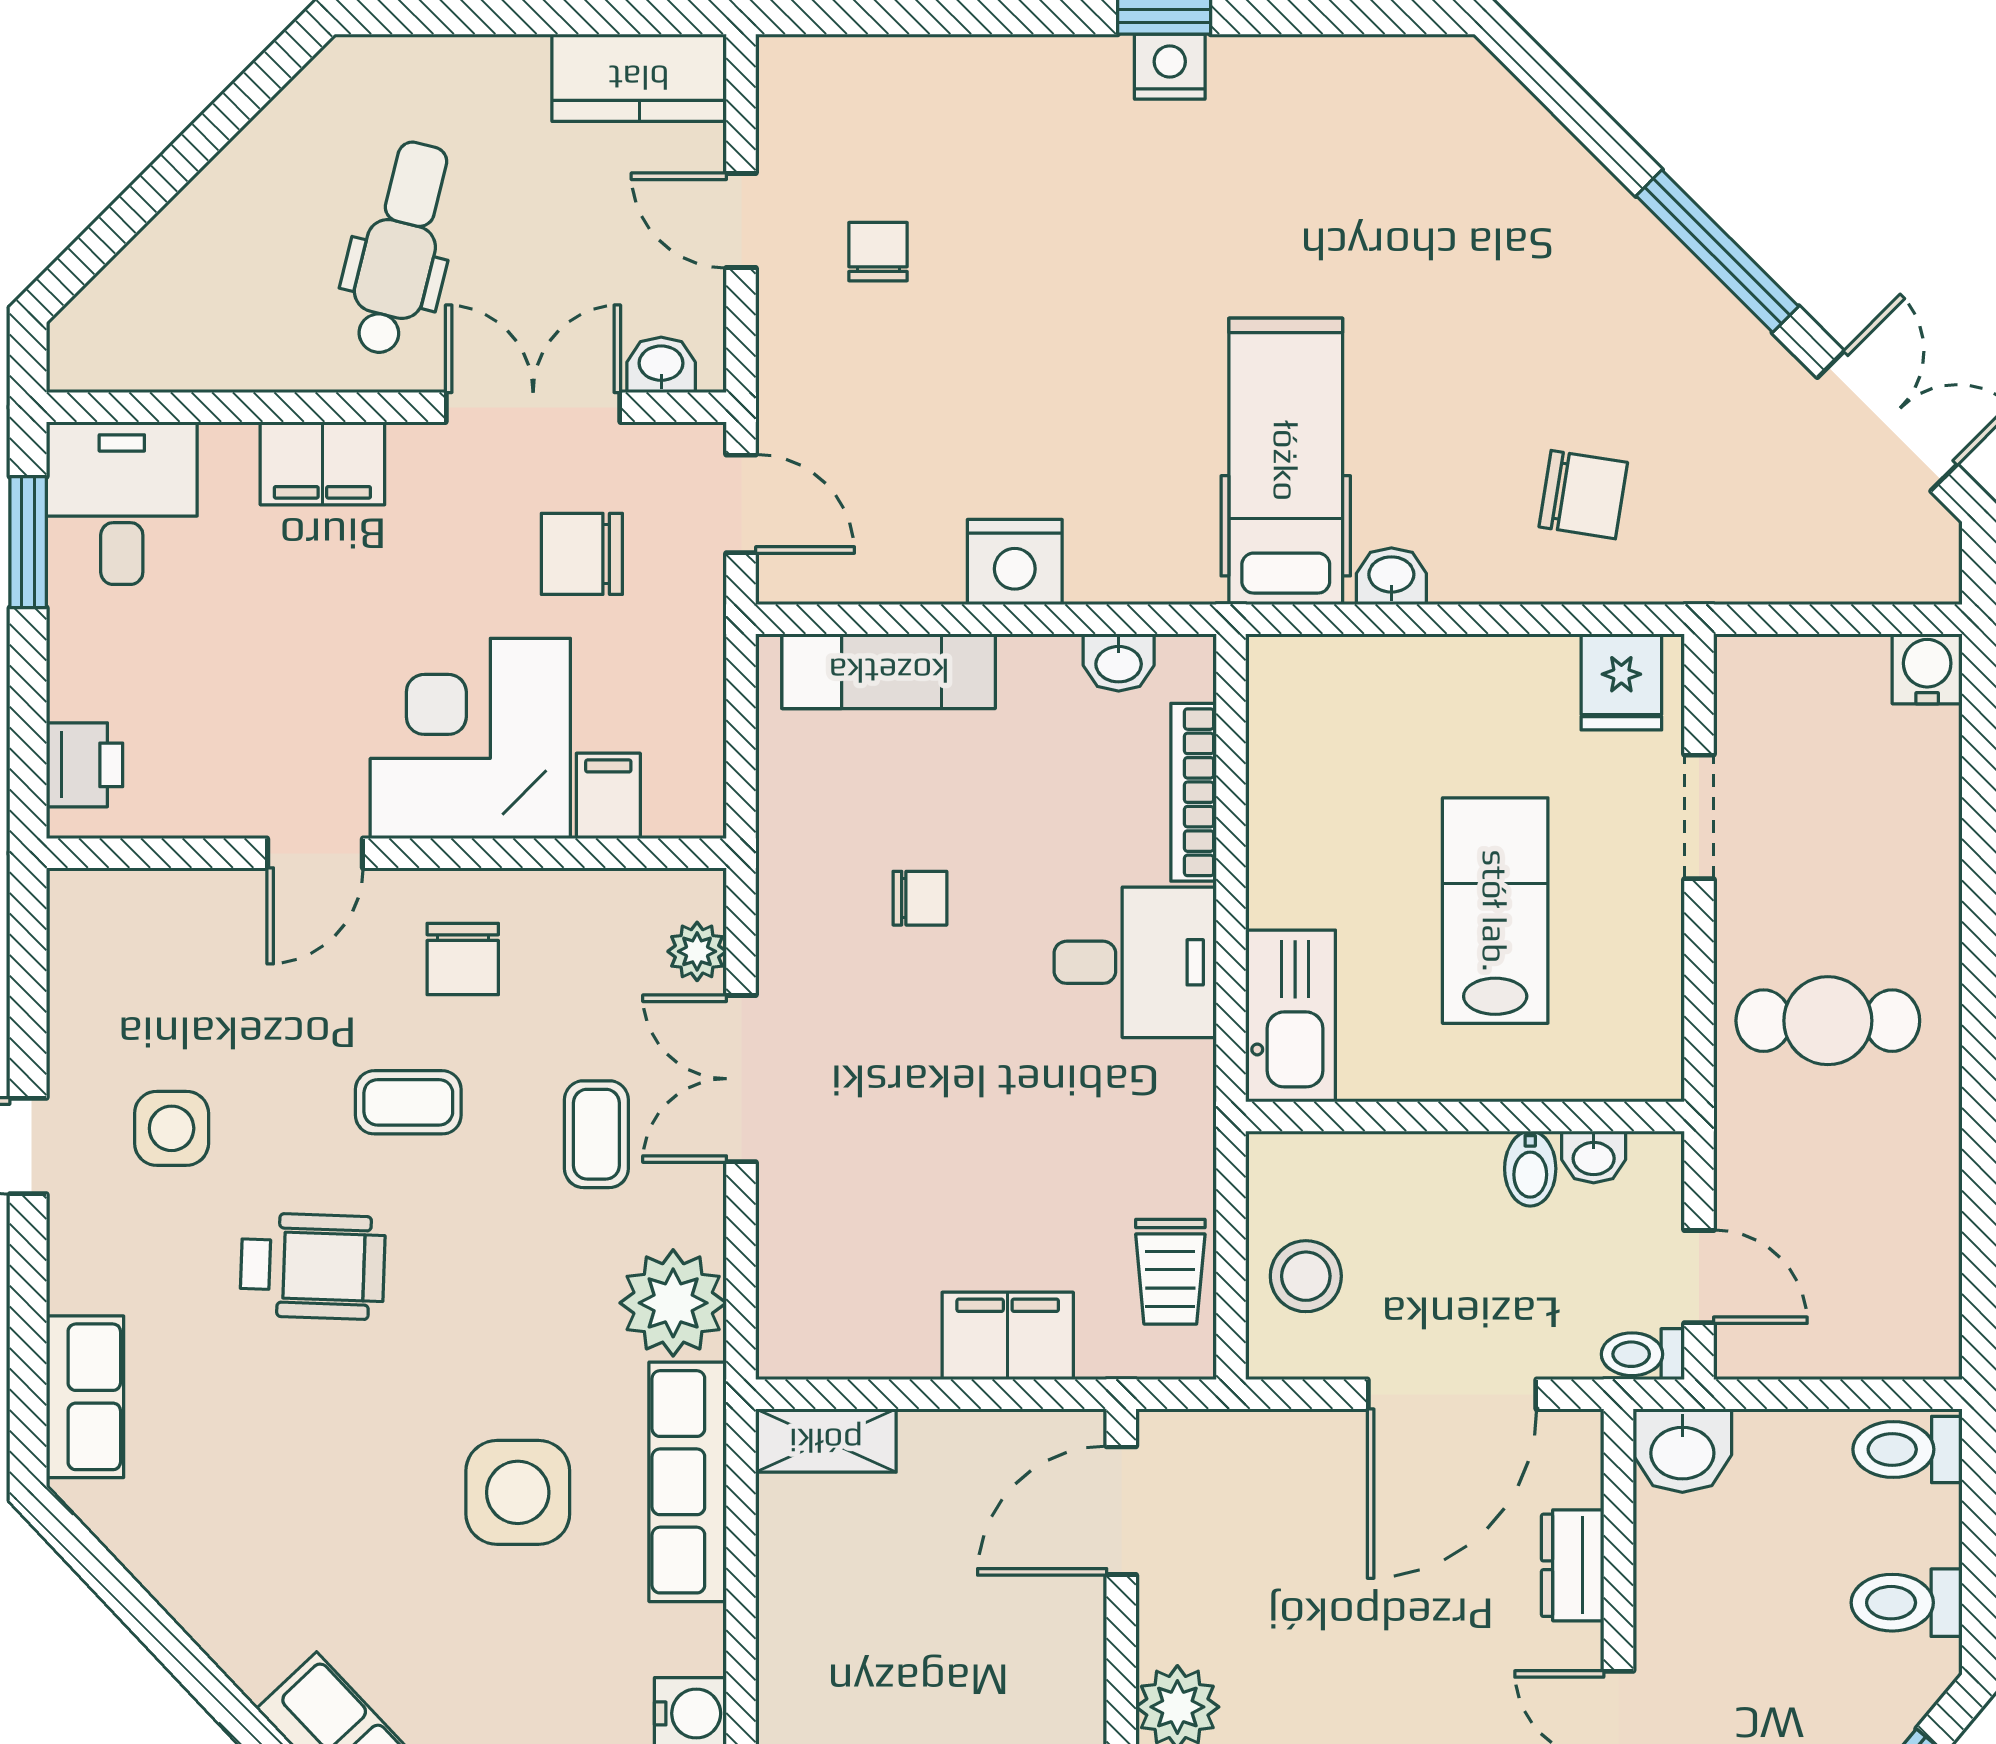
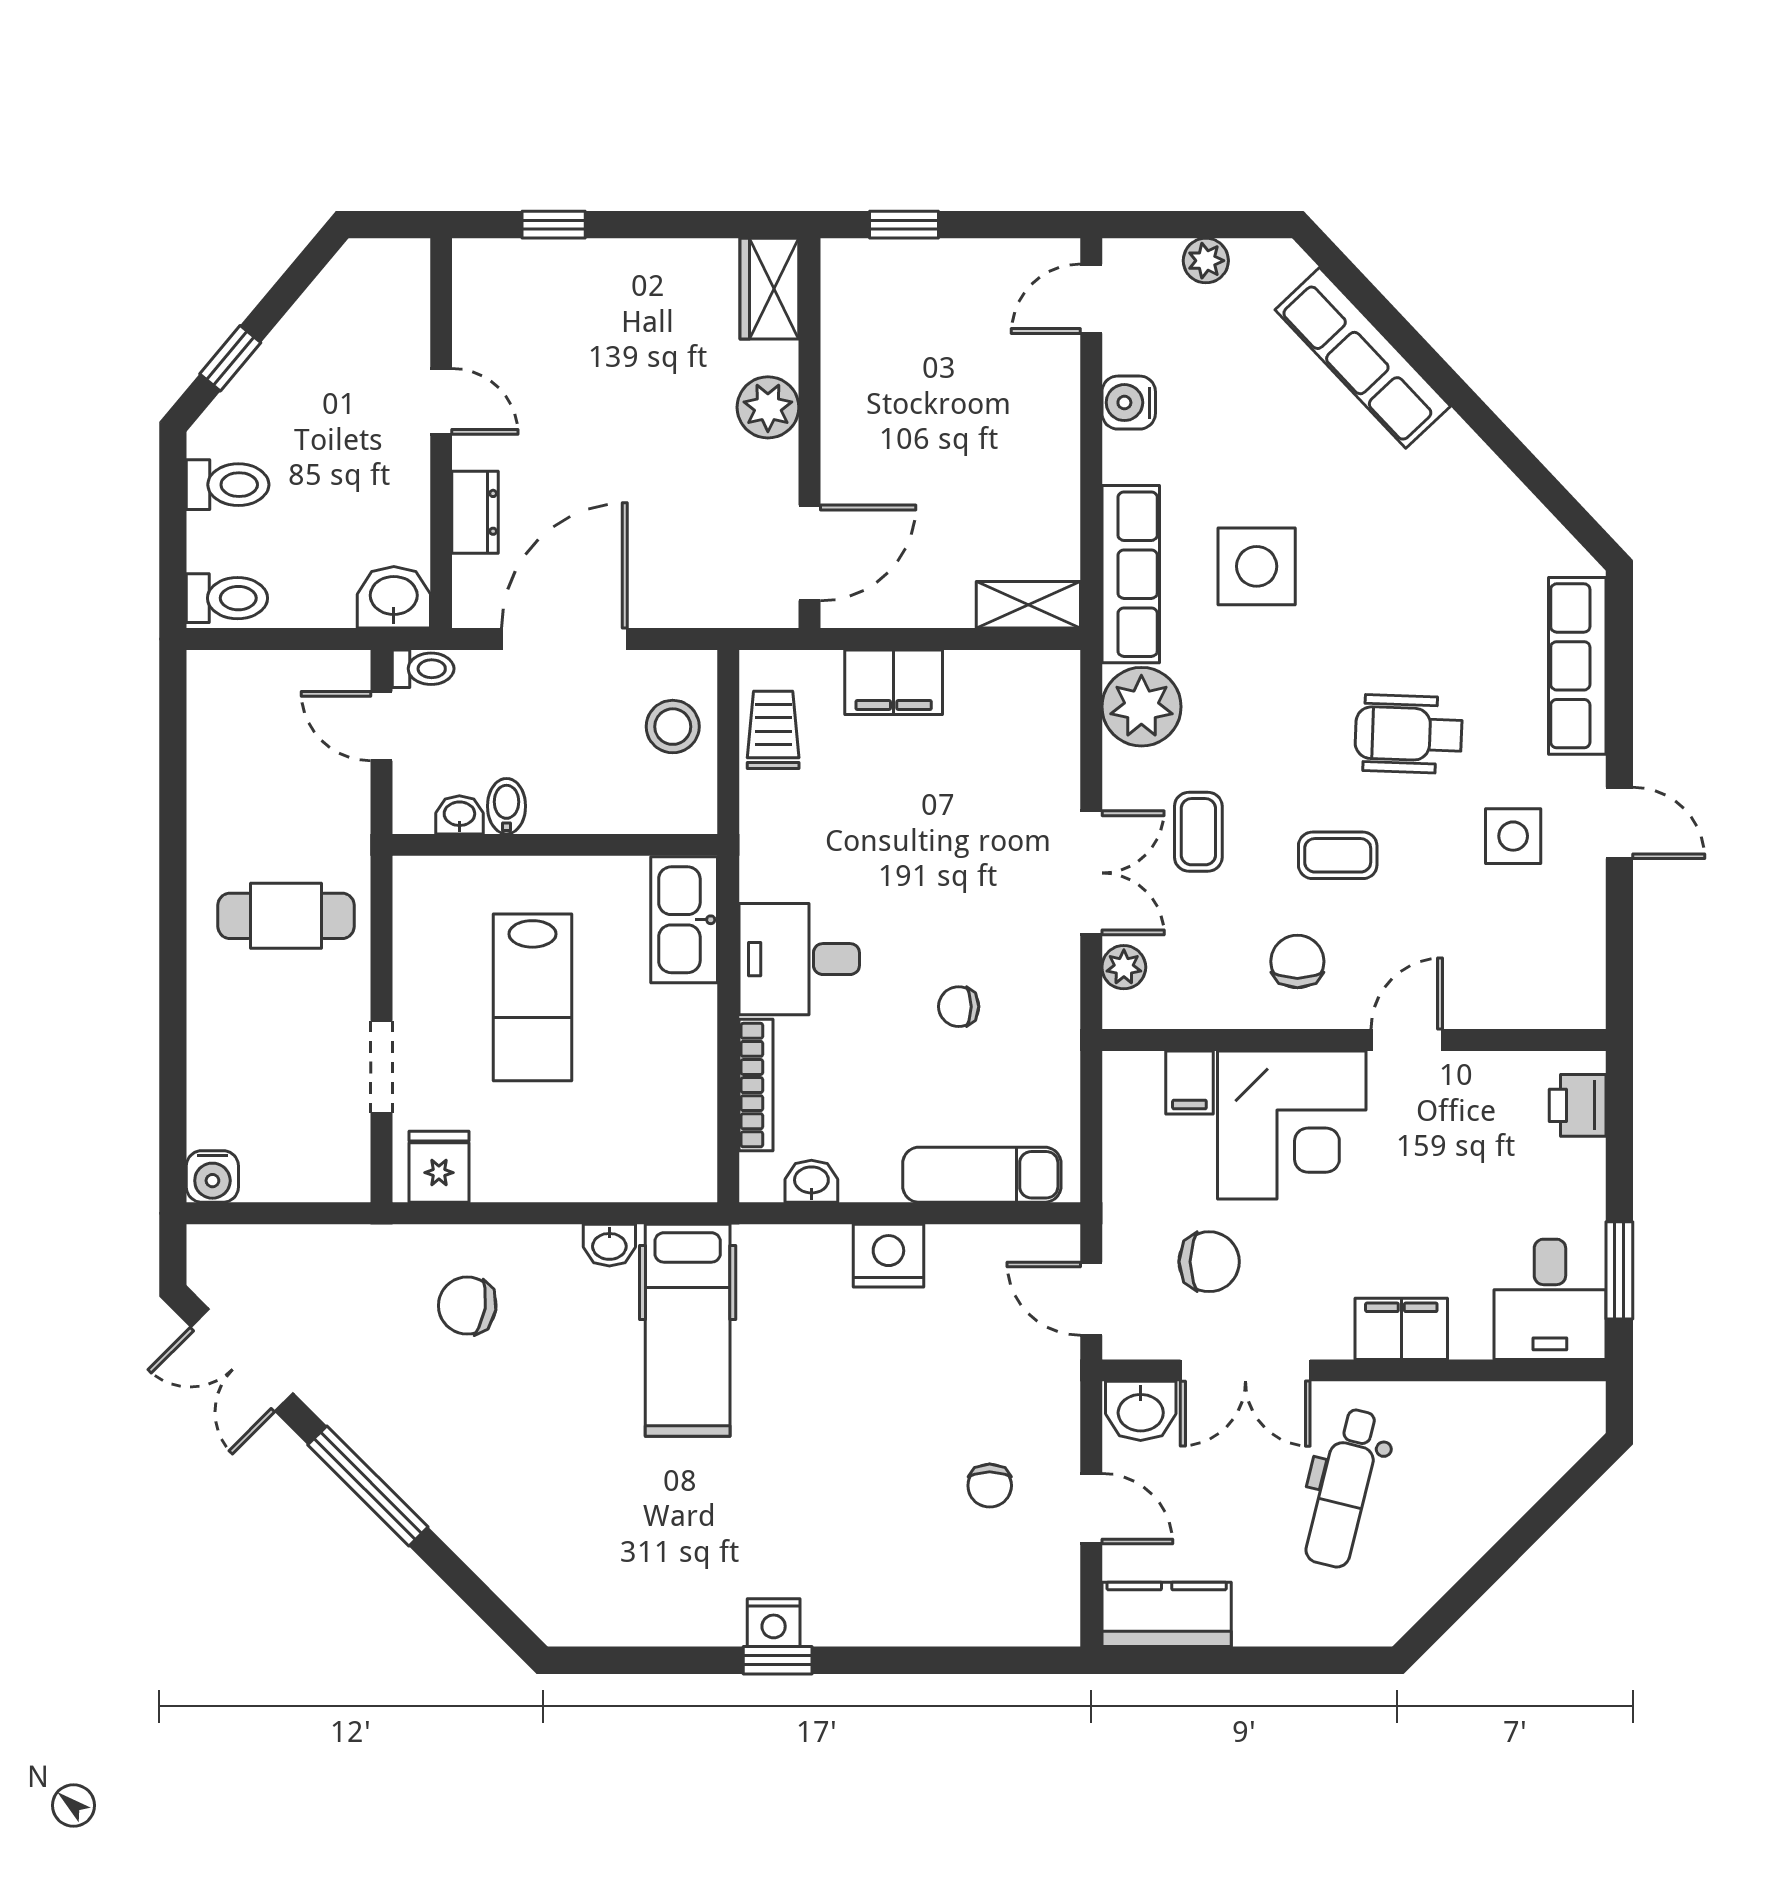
washbasin: (661, 365) -> (1141, 1411), width x1.38, depth x1.45
row of seats: (85, 1397) -> (1577, 666), width x1.48

